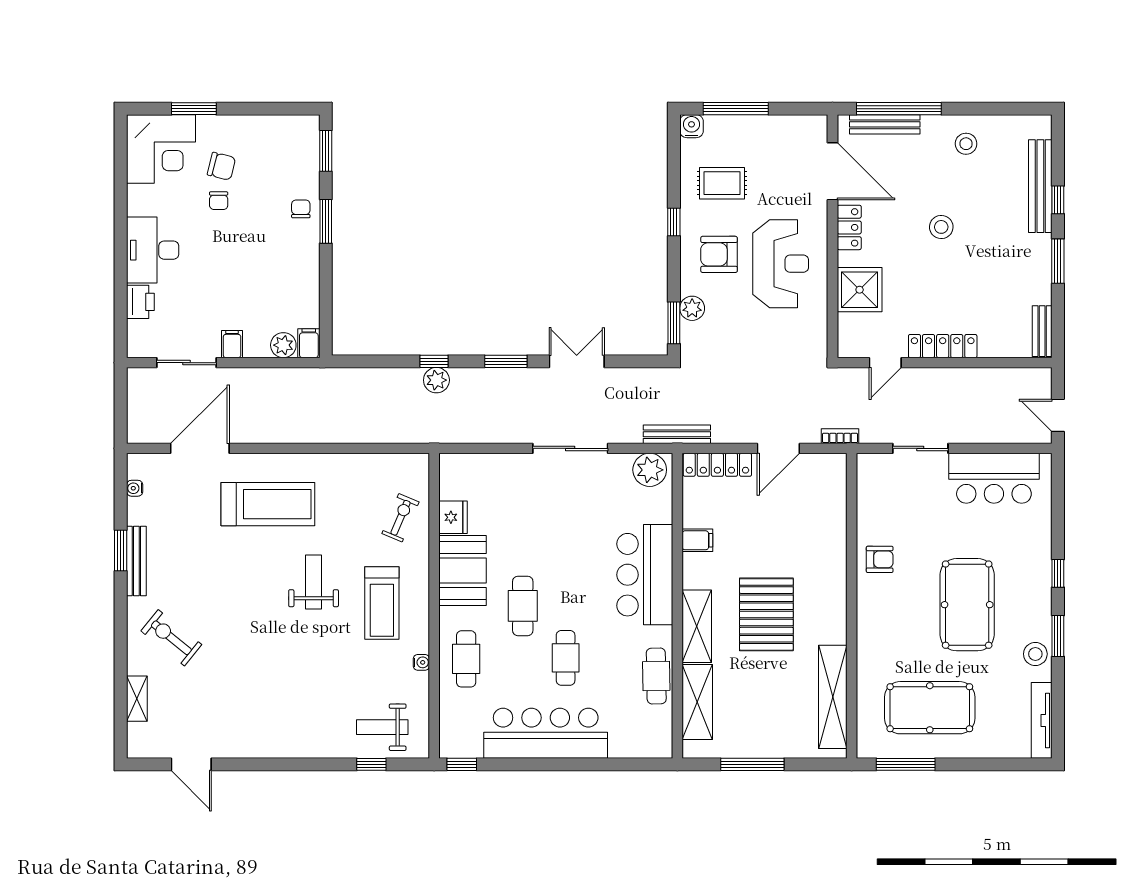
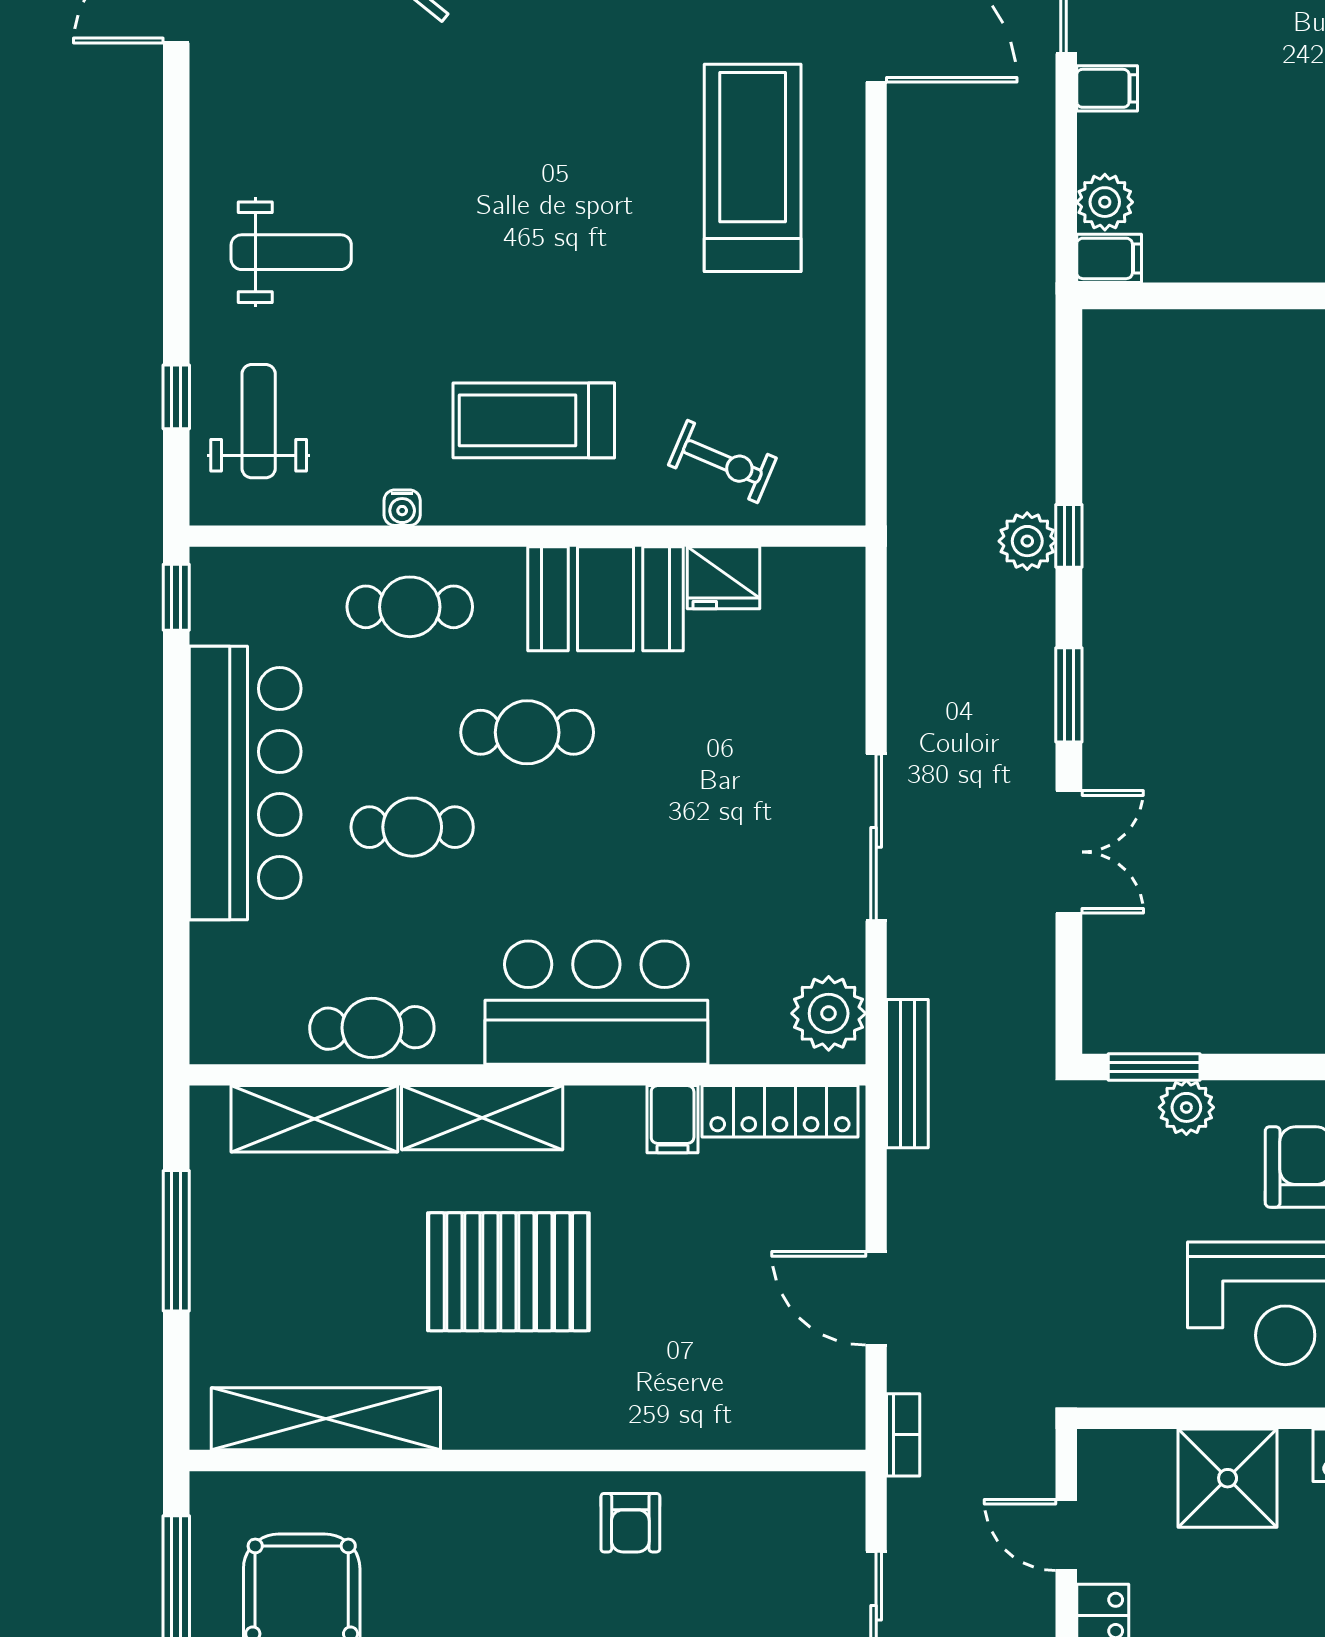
locker: (717, 465) -> (780, 1111), moved, turned -90
treadmill: (268, 504) -> (753, 168), turned 180
weight bench: (314, 582) -> (291, 252), moved

